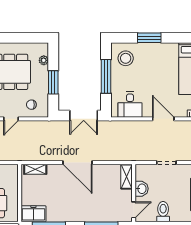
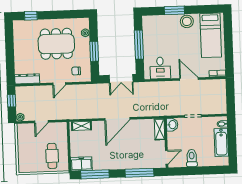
stool: (126, 58) -> (187, 21), moved
door: (78, 163) -> (117, 119), hinge flipped
washbasin: (142, 189) -> (172, 125), moved

